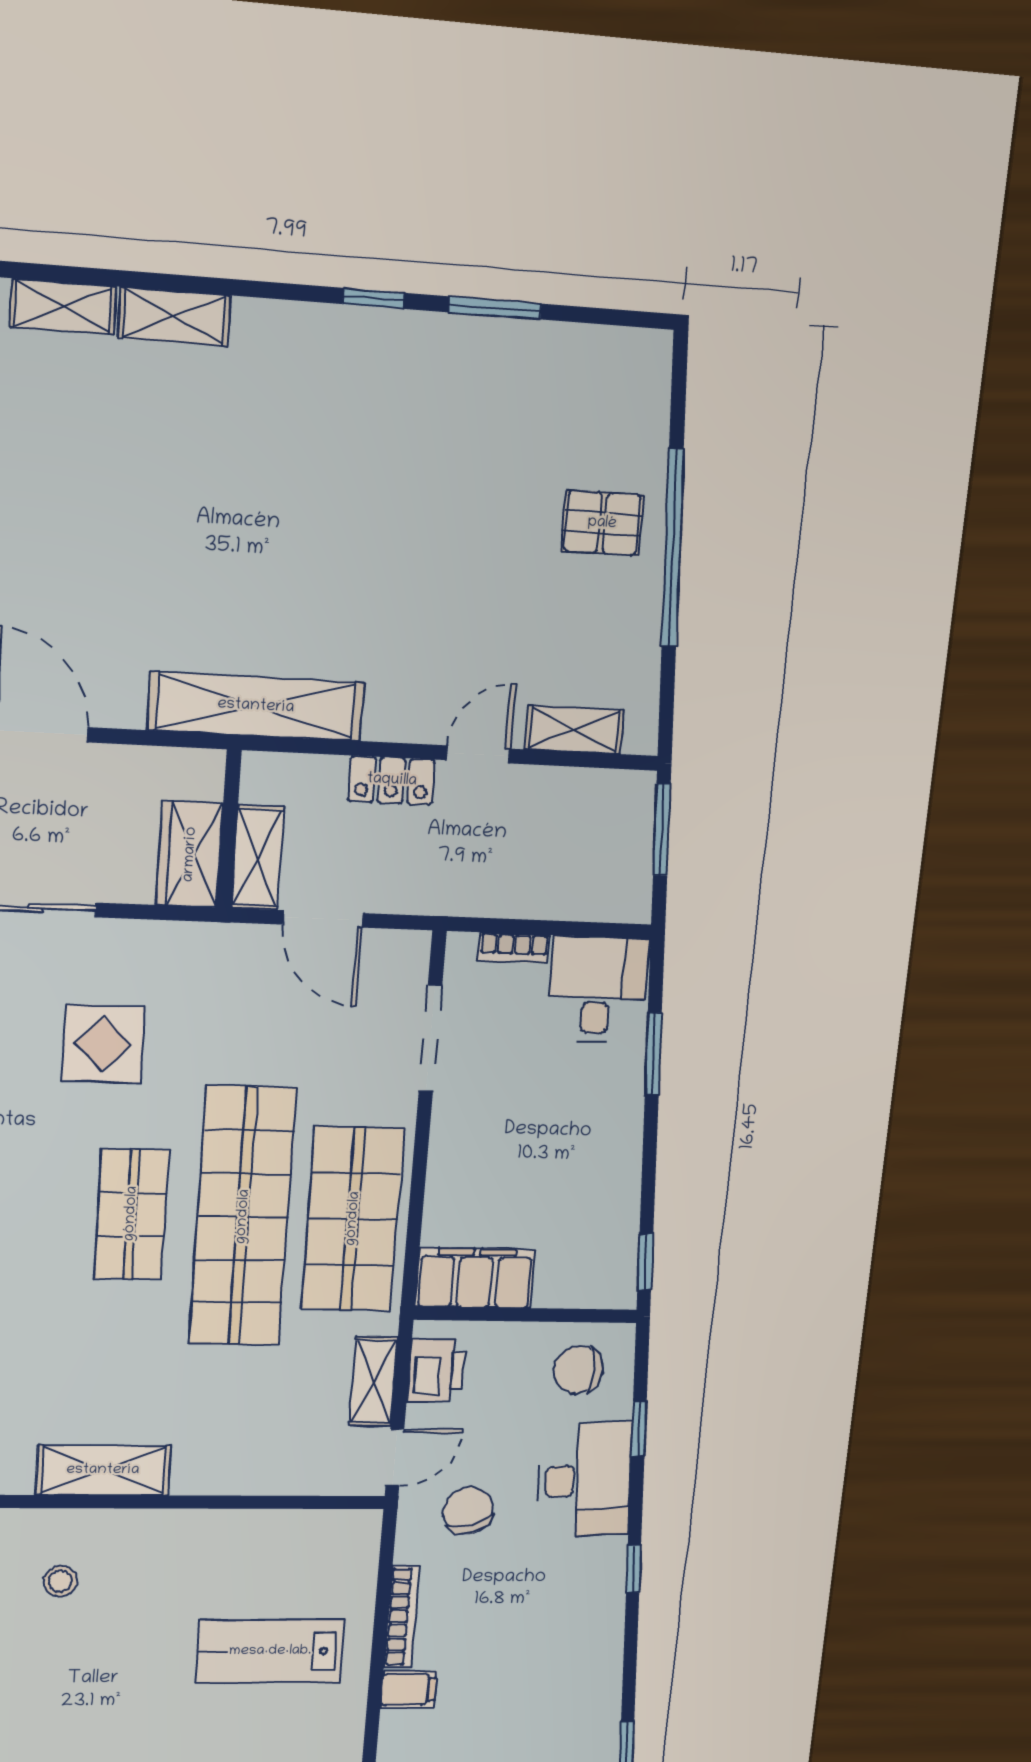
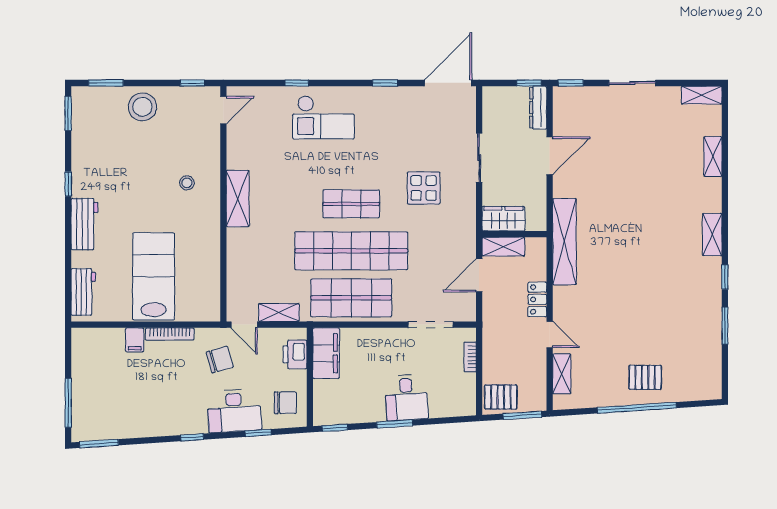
shelving: (174, 317) -> (712, 235), moved
pallet: (602, 523) -> (645, 377), turned 90
pallet: (614, 879) -> (501, 397), added
desk: (597, 989) -> (406, 398), moved, turned 86
window: (653, 1054) -> (395, 424), moved
printer: (436, 1370) -> (295, 354), moved, turned 90
chair: (578, 1370) -> (285, 403), turned 90
lab bench: (270, 1651) -> (154, 276), width x1.36, depth x1.39

